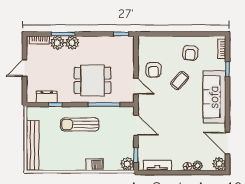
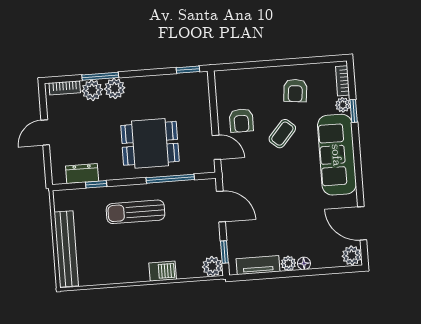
plant: (221, 65) -> (343, 105), added
plant: (198, 166) -> (288, 263), moved

